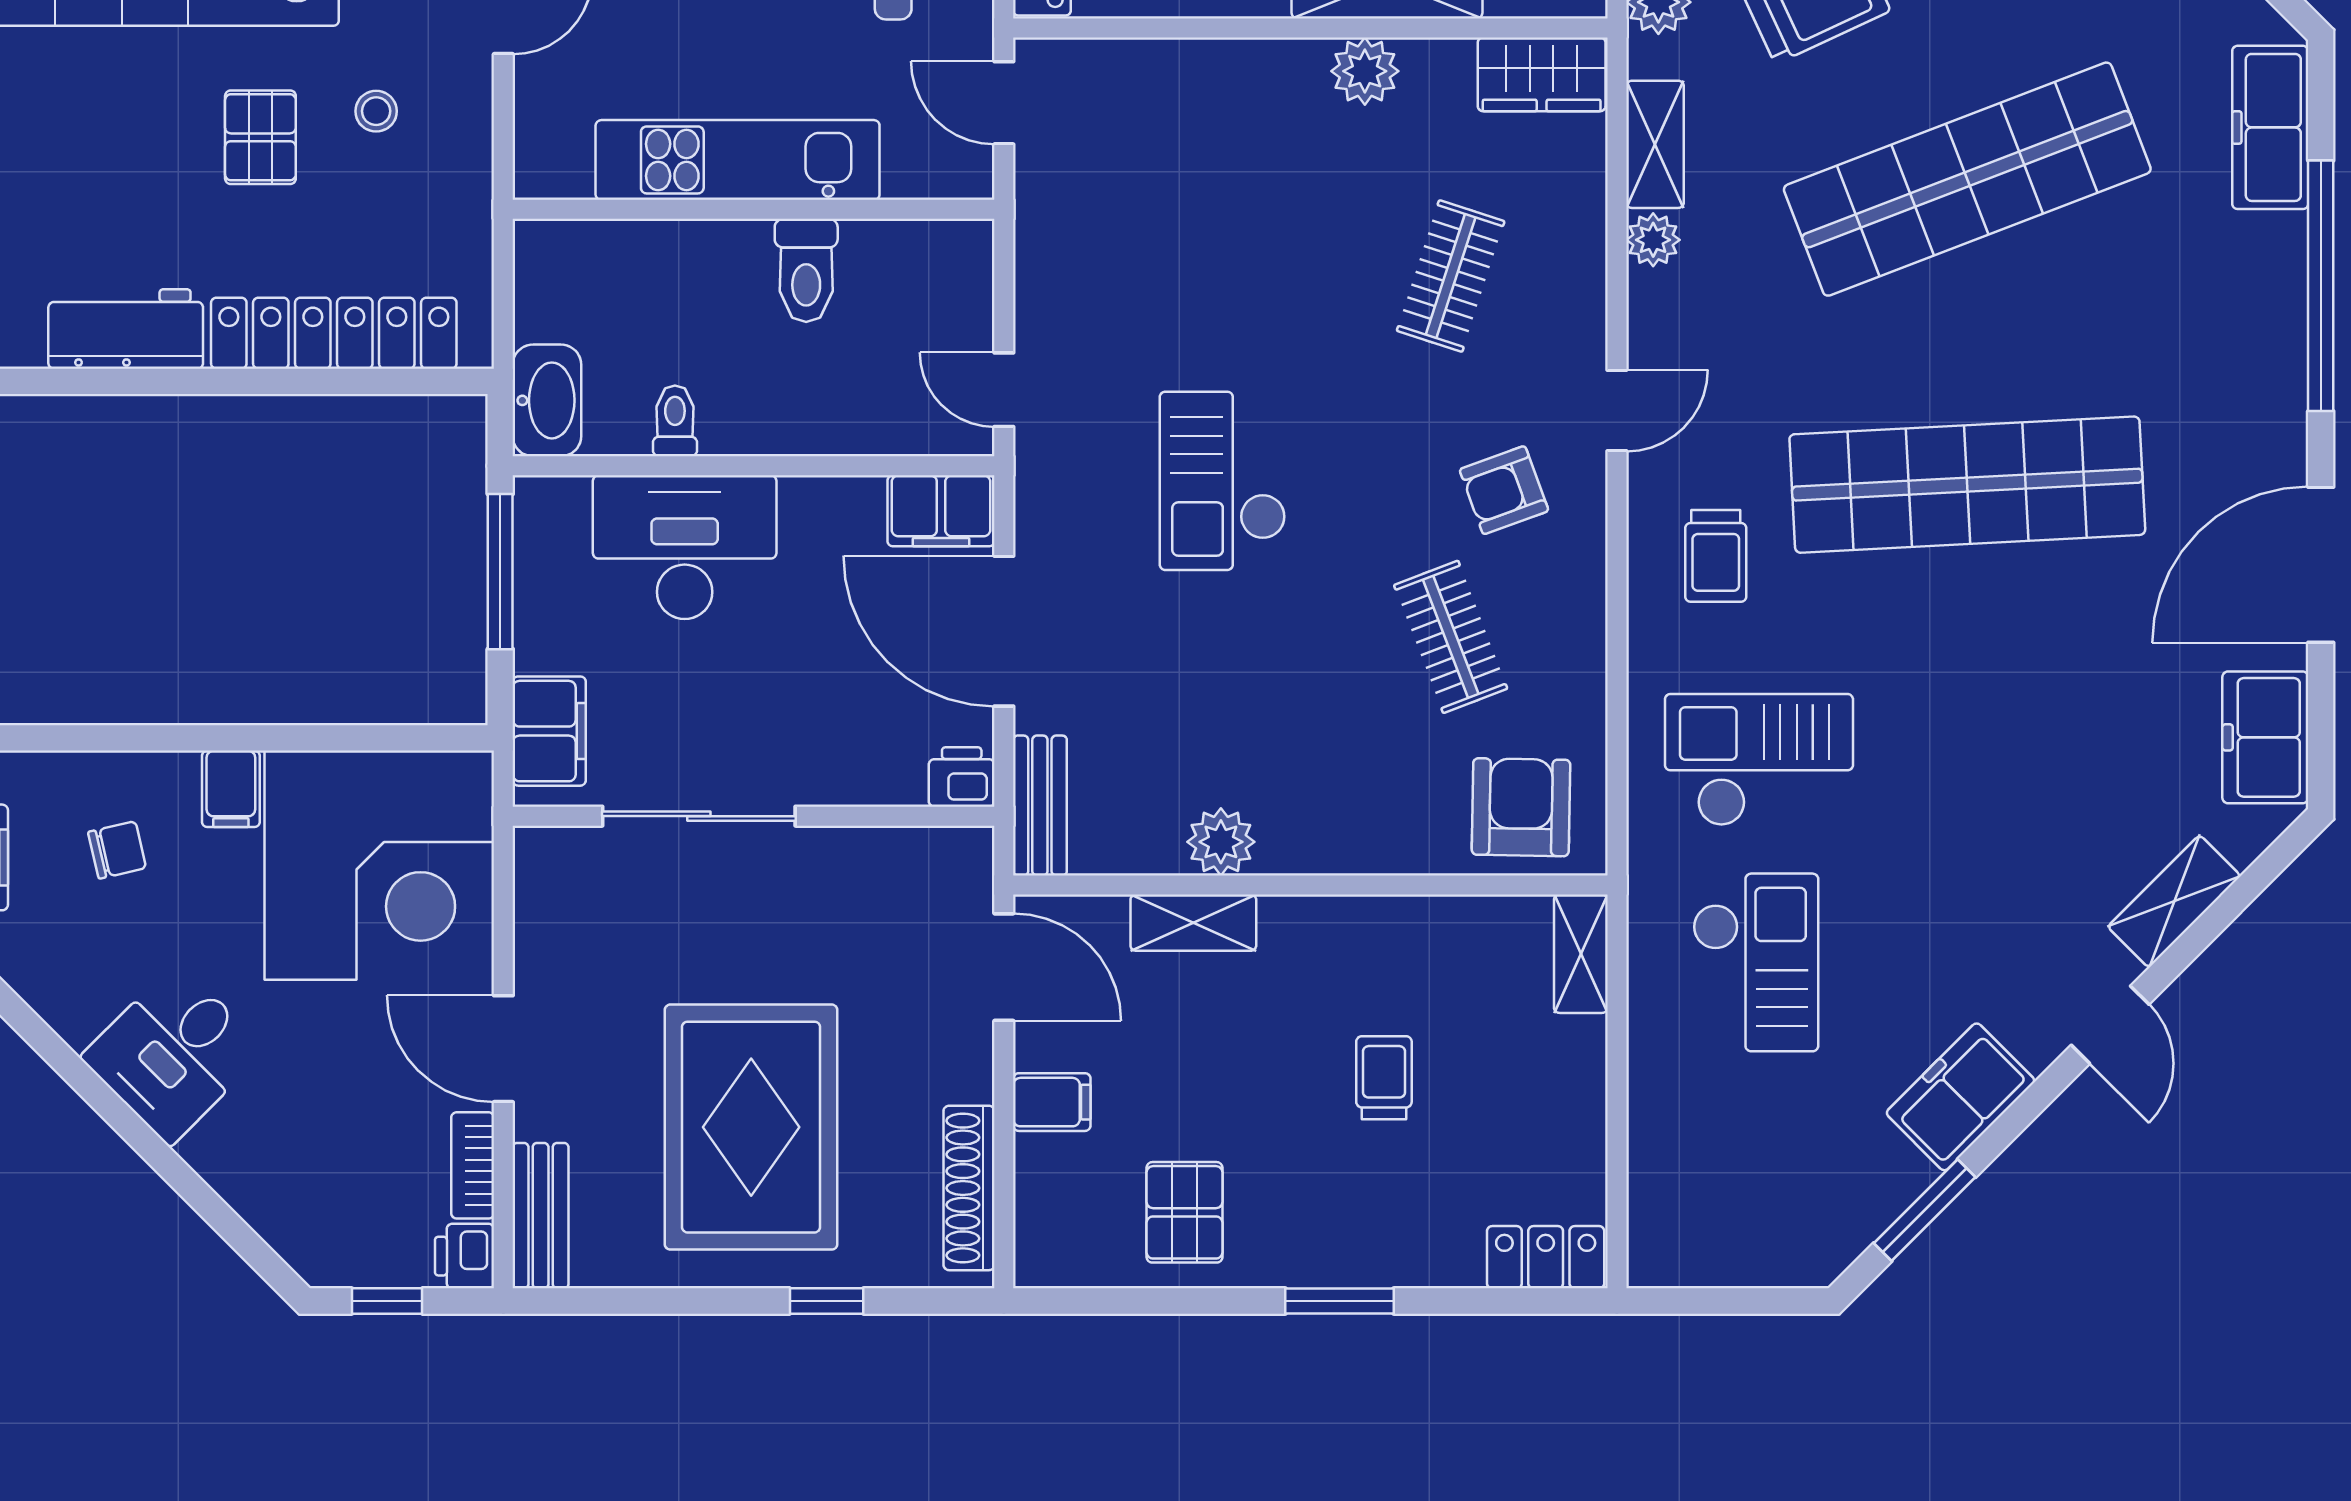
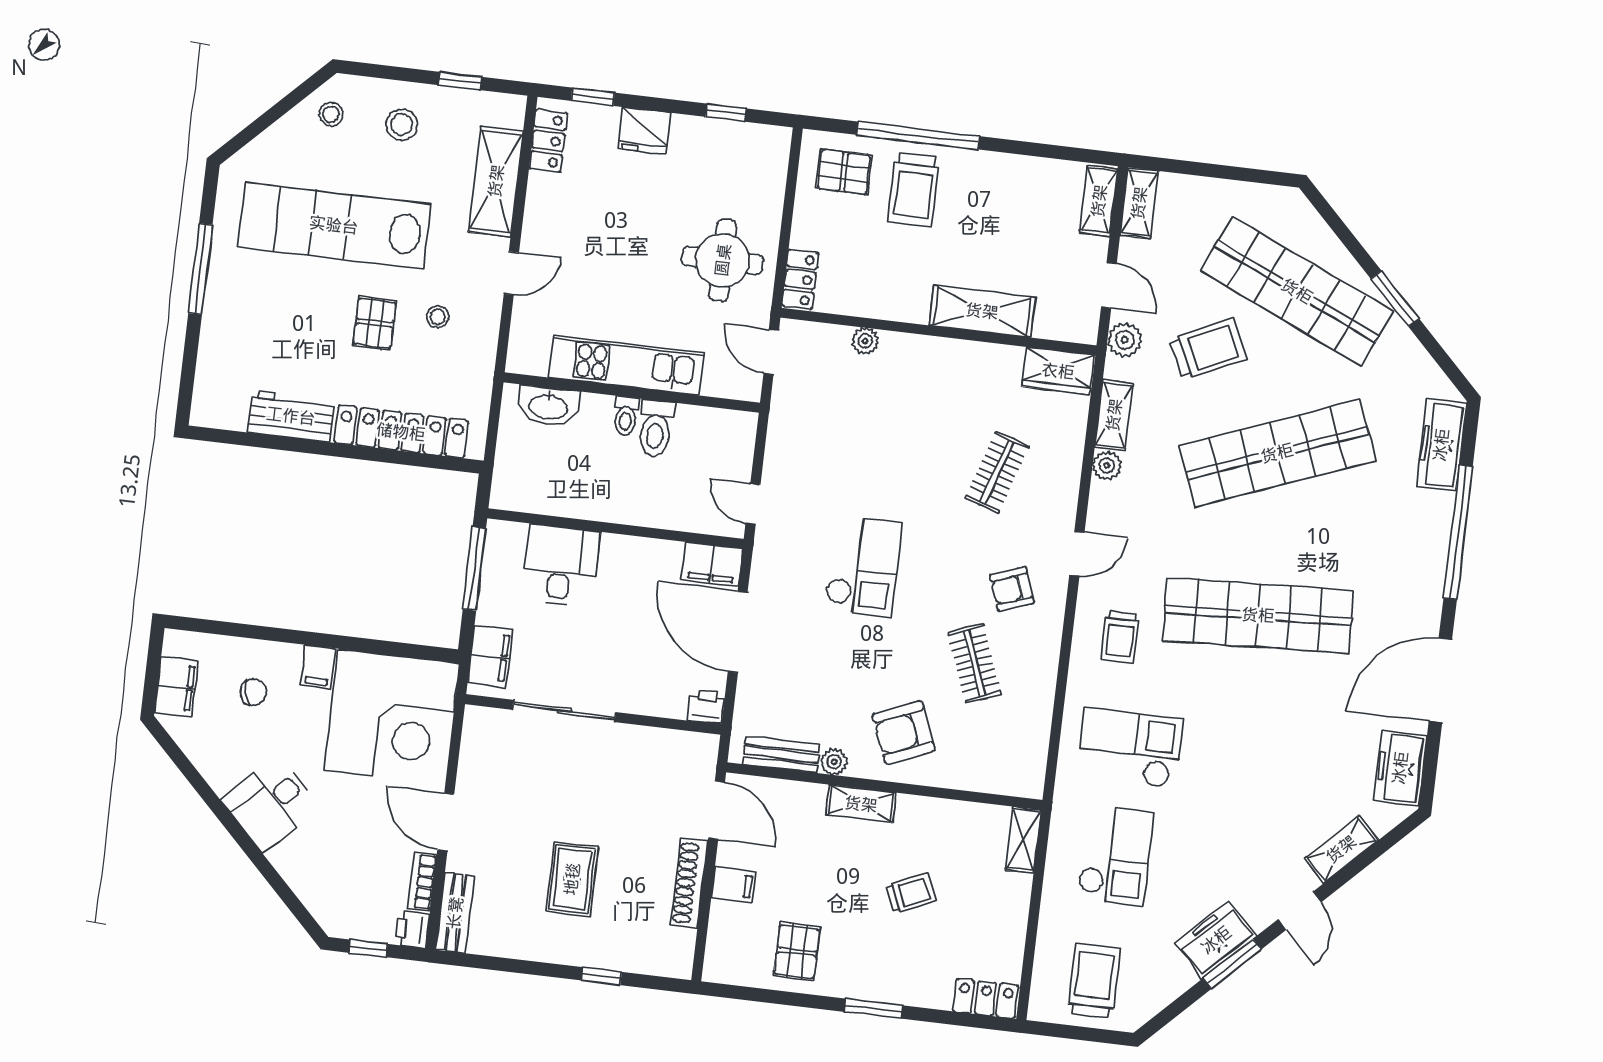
plant: (1365, 71) -> (865, 341), moved, width x0.73, depth x0.73
washbasin: (547, 400) -> (548, 406), moved, turned 90
toilet: (675, 421) -> (626, 416), moved, turned 180
checkout: (1223, 481) -> (863, 566), turned 180
desk: (685, 547) -> (561, 566), width x0.73
bench: (1040, 806) -> (781, 754), moved, turned 90
armchair: (1521, 807) -> (904, 732), moved, turned -113
plant: (1221, 842) -> (834, 762), width x0.73, depth x0.73
shelving: (1193, 923) -> (861, 804), moved
trolley: (1384, 1078) -> (911, 893), turned 67
rug: (751, 1127) -> (572, 879), width x0.54, depth x0.49
shoe rack: (969, 1188) -> (689, 883), moved
trolley: (1743, 1200) -> (1094, 981), added
window: (1925, 1210) -> (1232, 964), moved

